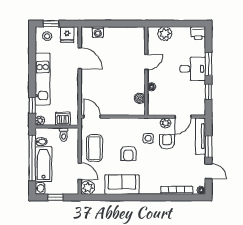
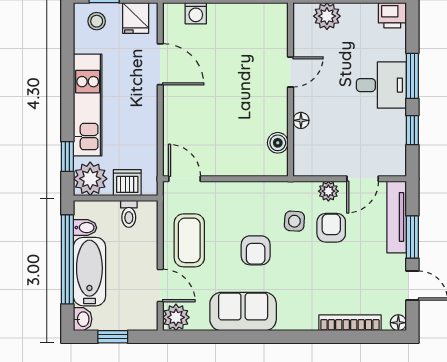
plant: (40, 121) -> (90, 179), width x1.87, depth x1.87

